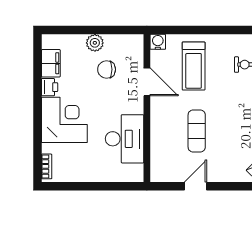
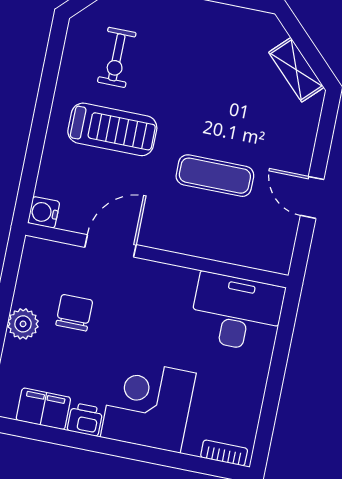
treadmill: (194, 66) -> (112, 129), moved
chair: (107, 69) -> (74, 313), turned 180
desk: (125, 139) -> (237, 312), moved

